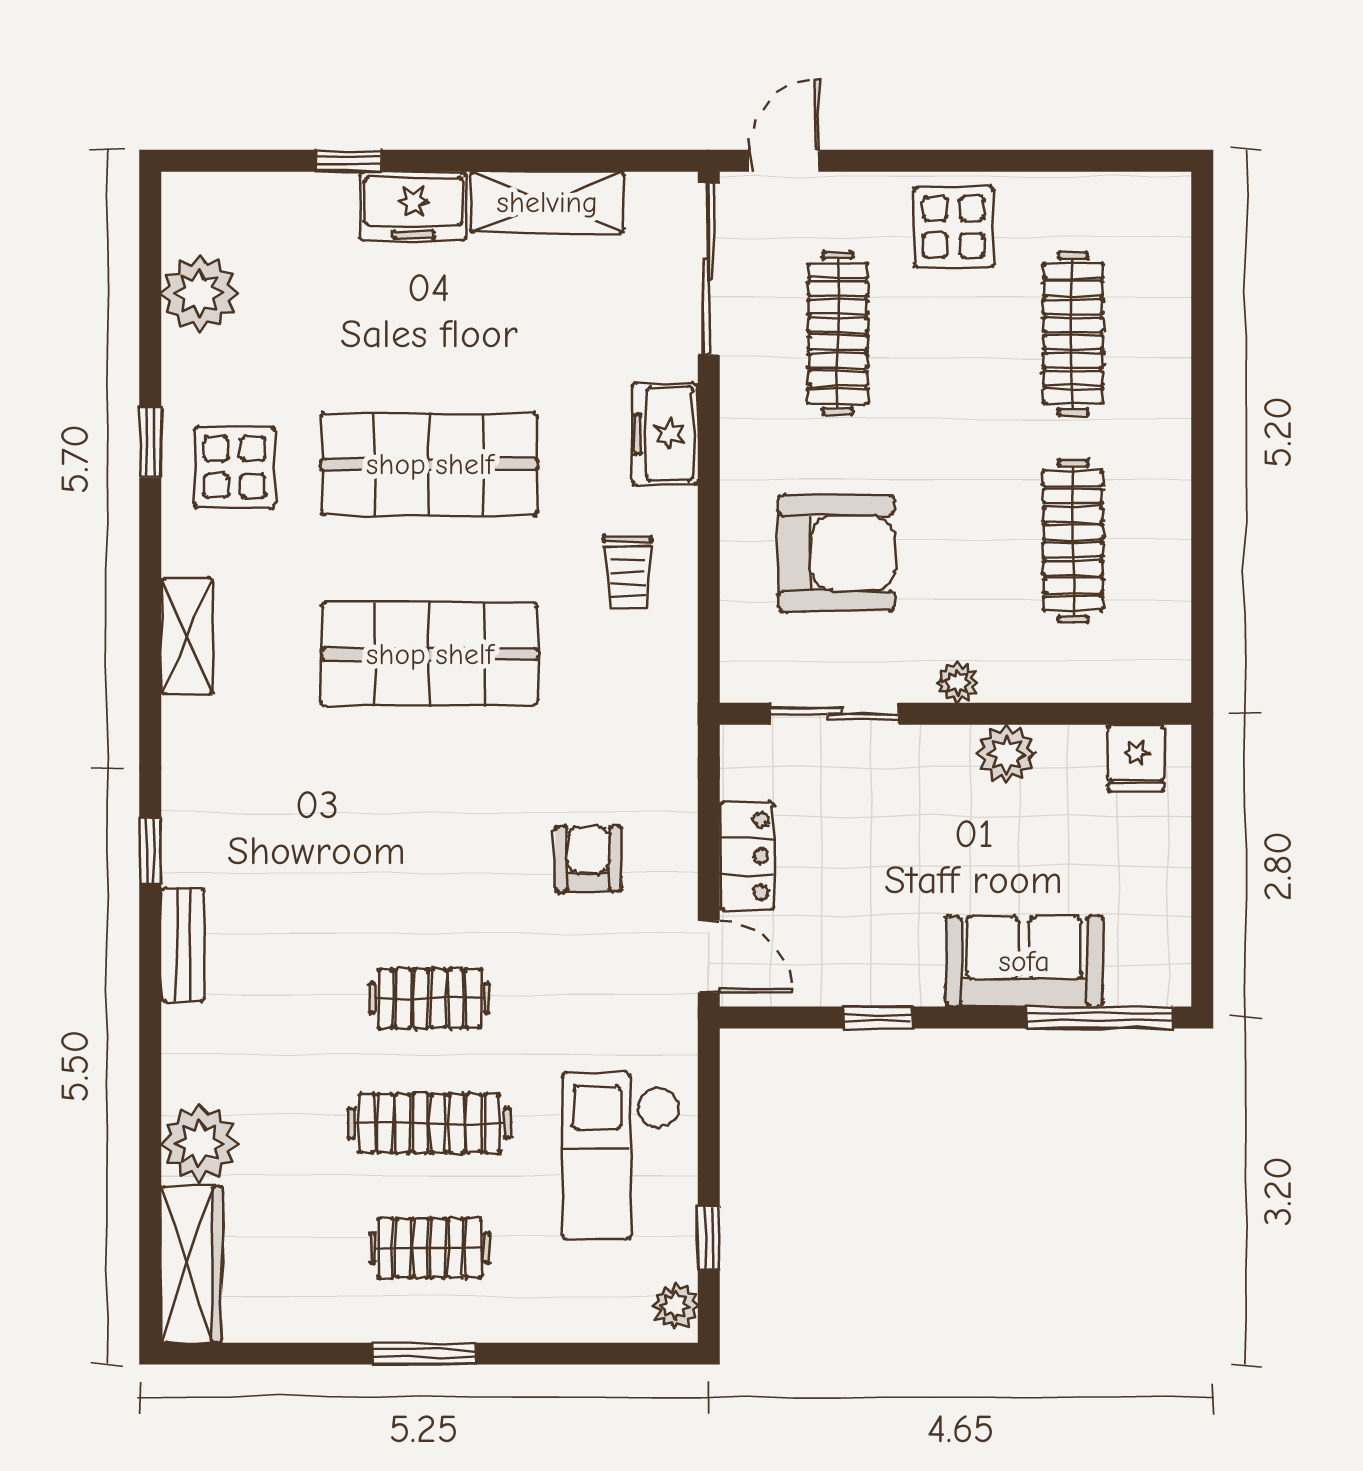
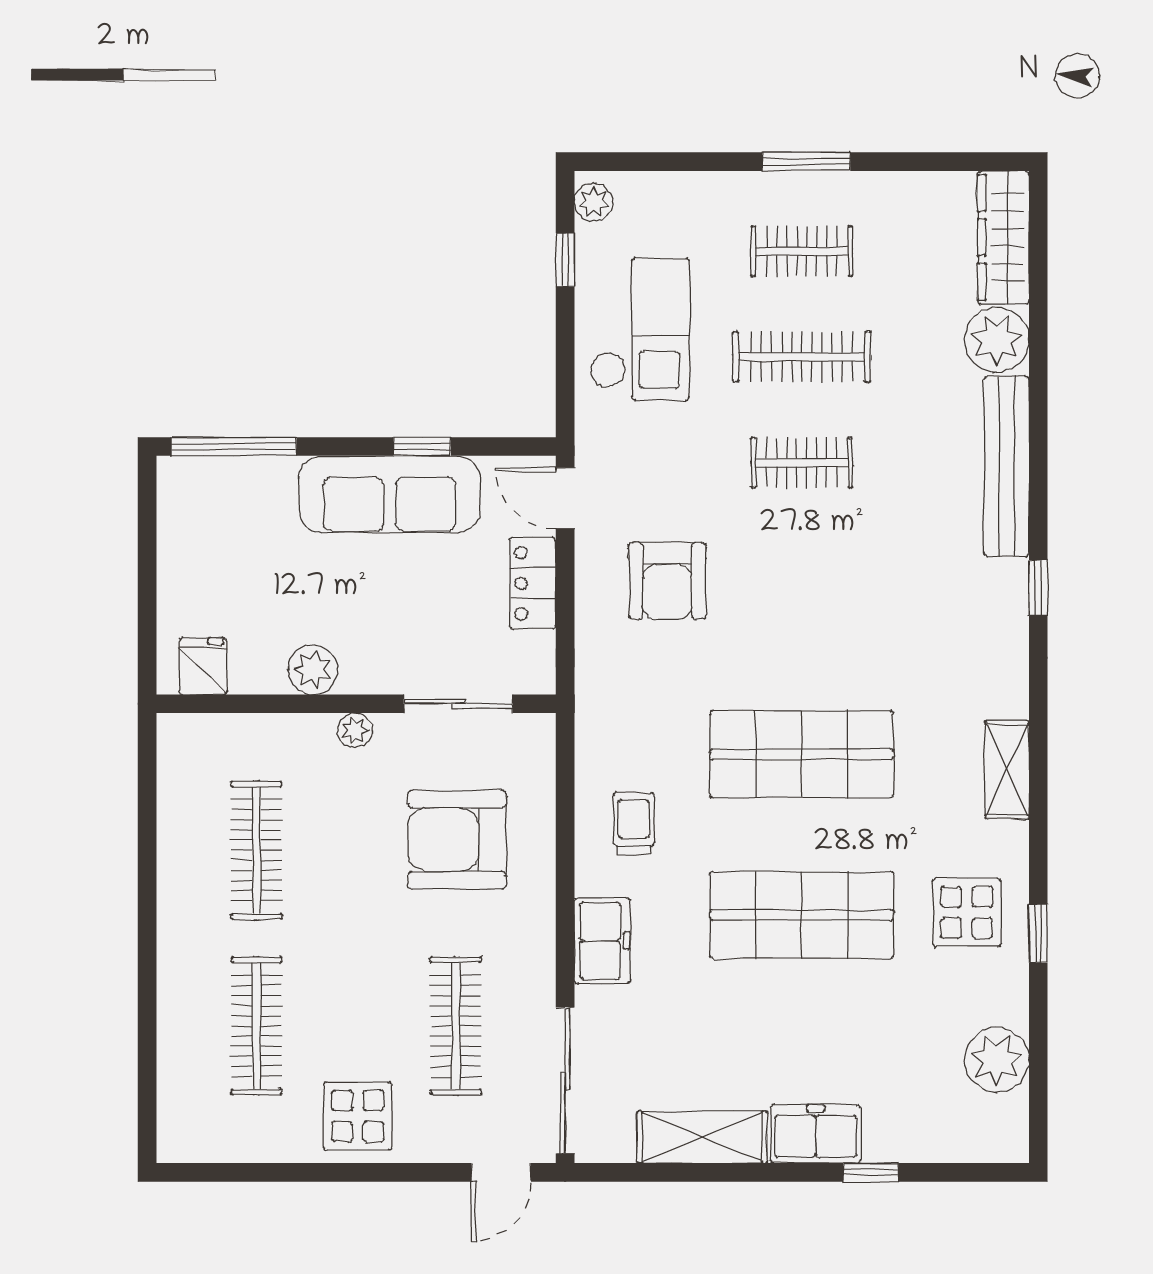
armchair: (588, 859) -> (667, 581), width x1.38, depth x1.38
bench: (183, 945) -> (1007, 466), width x1.86, depth x1.21
sofa: (1024, 961) -> (390, 494), moved, width x1.36

